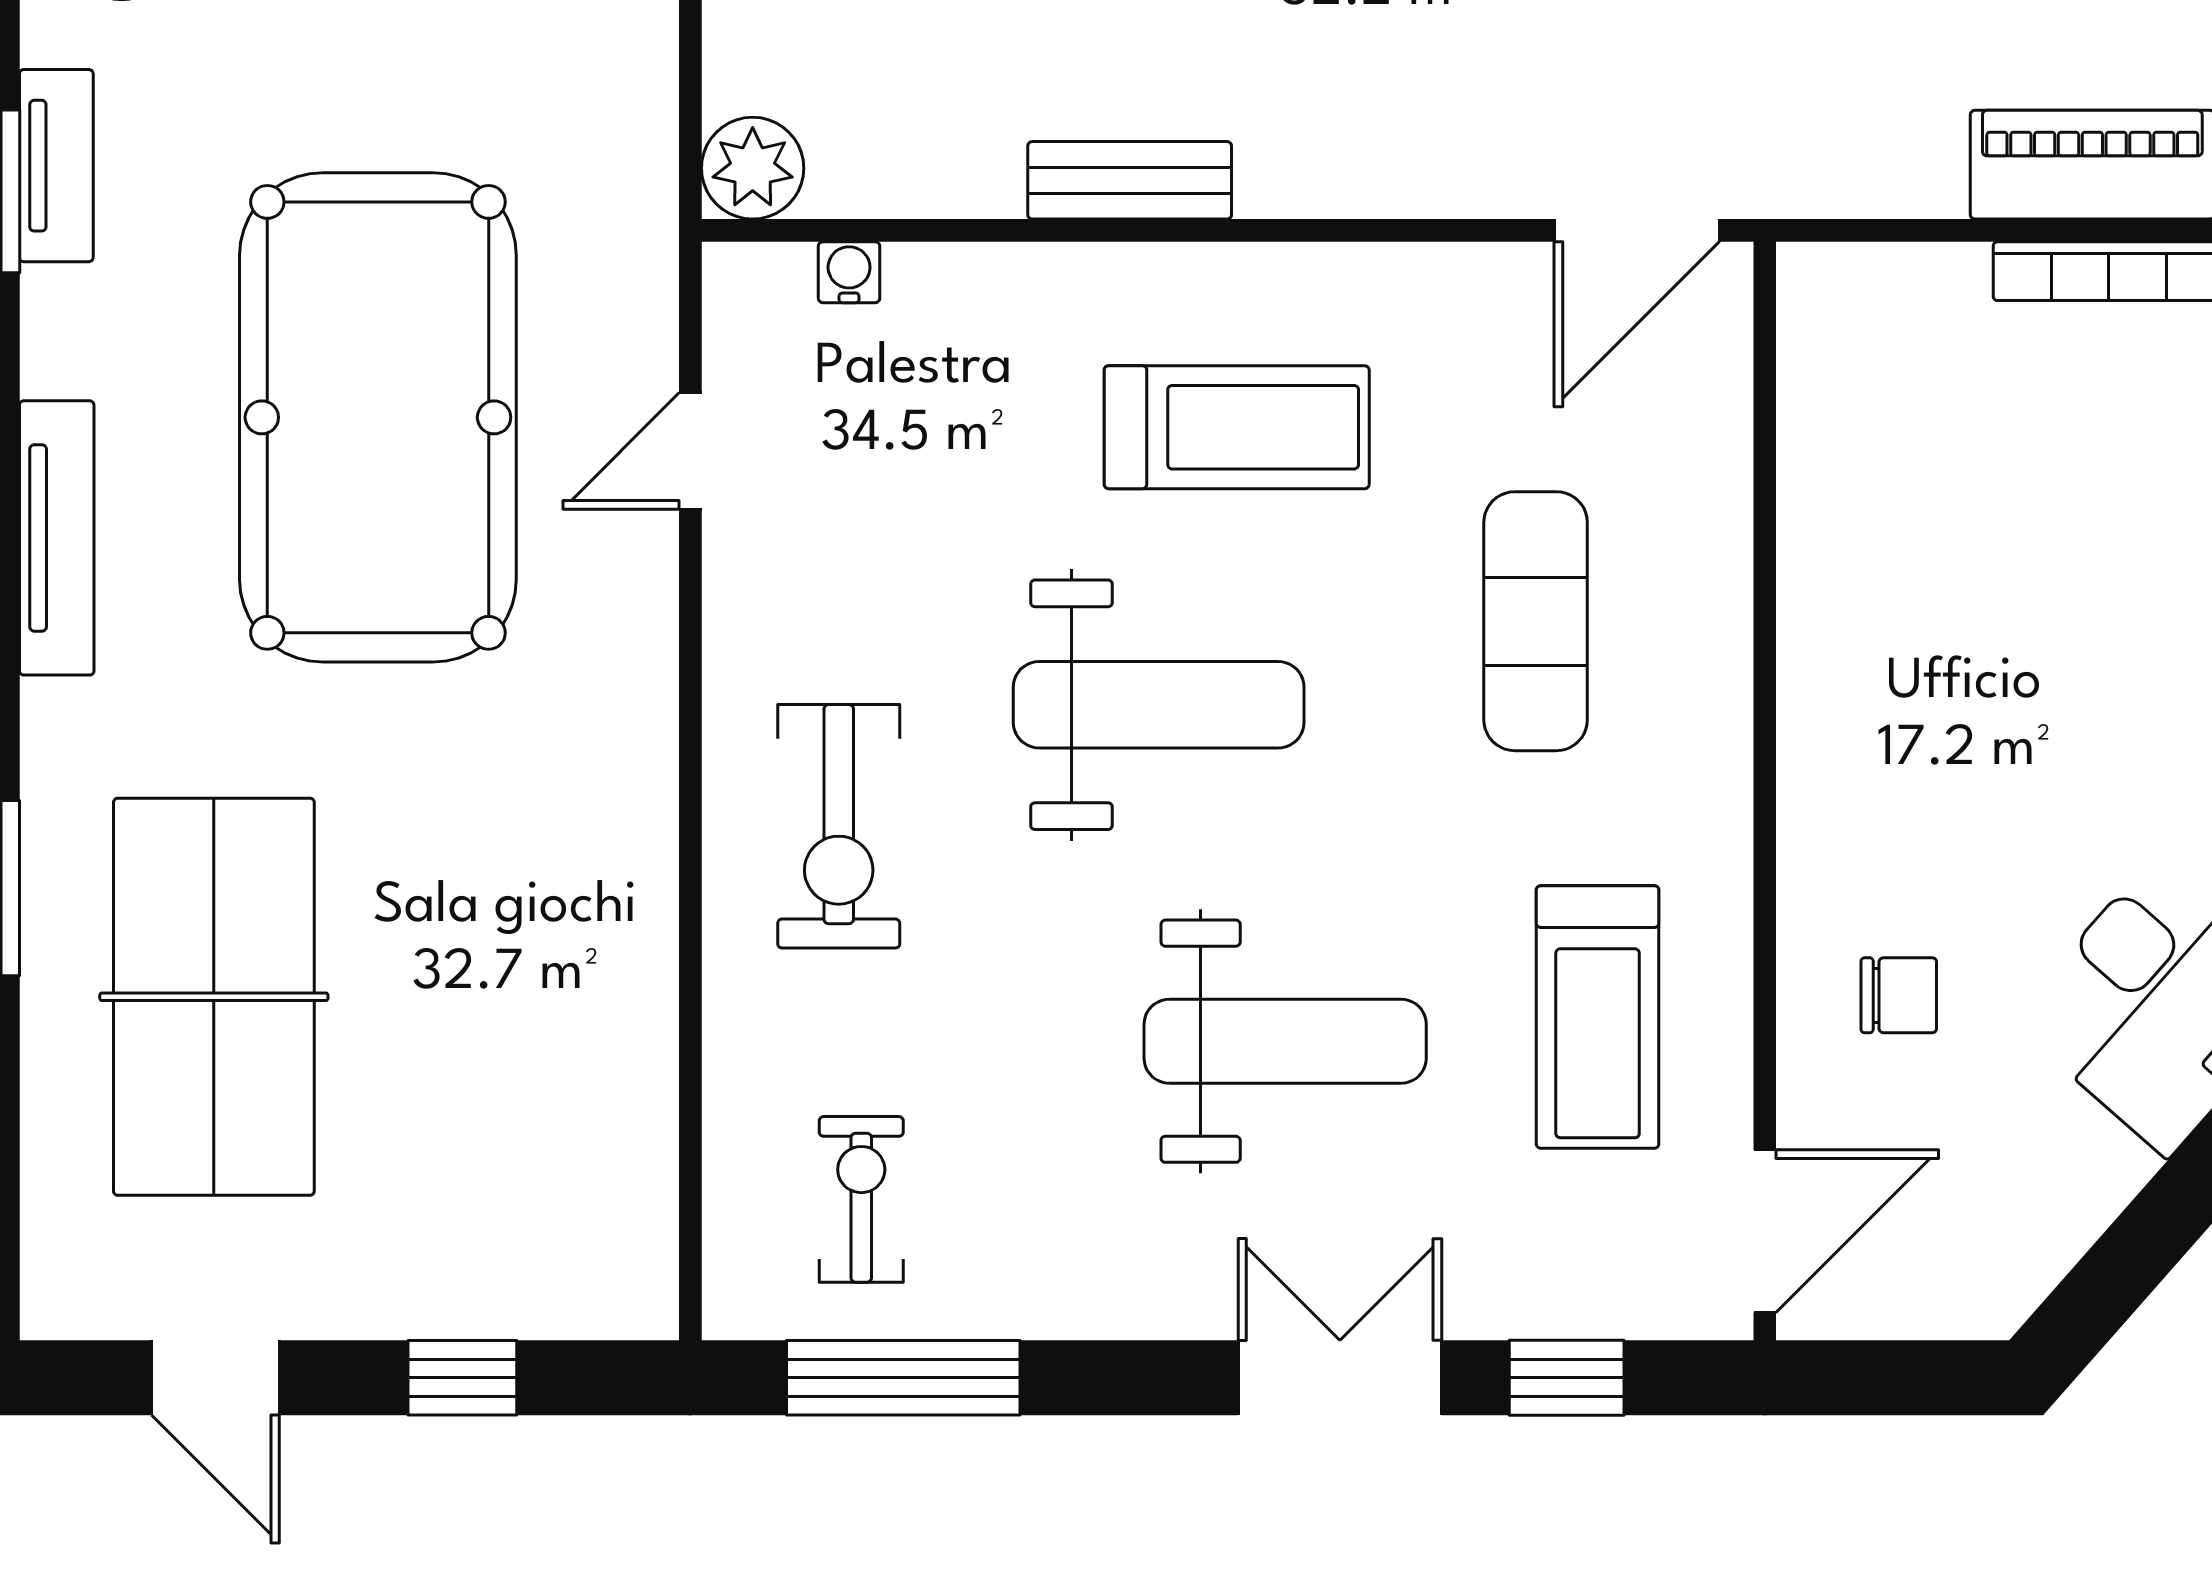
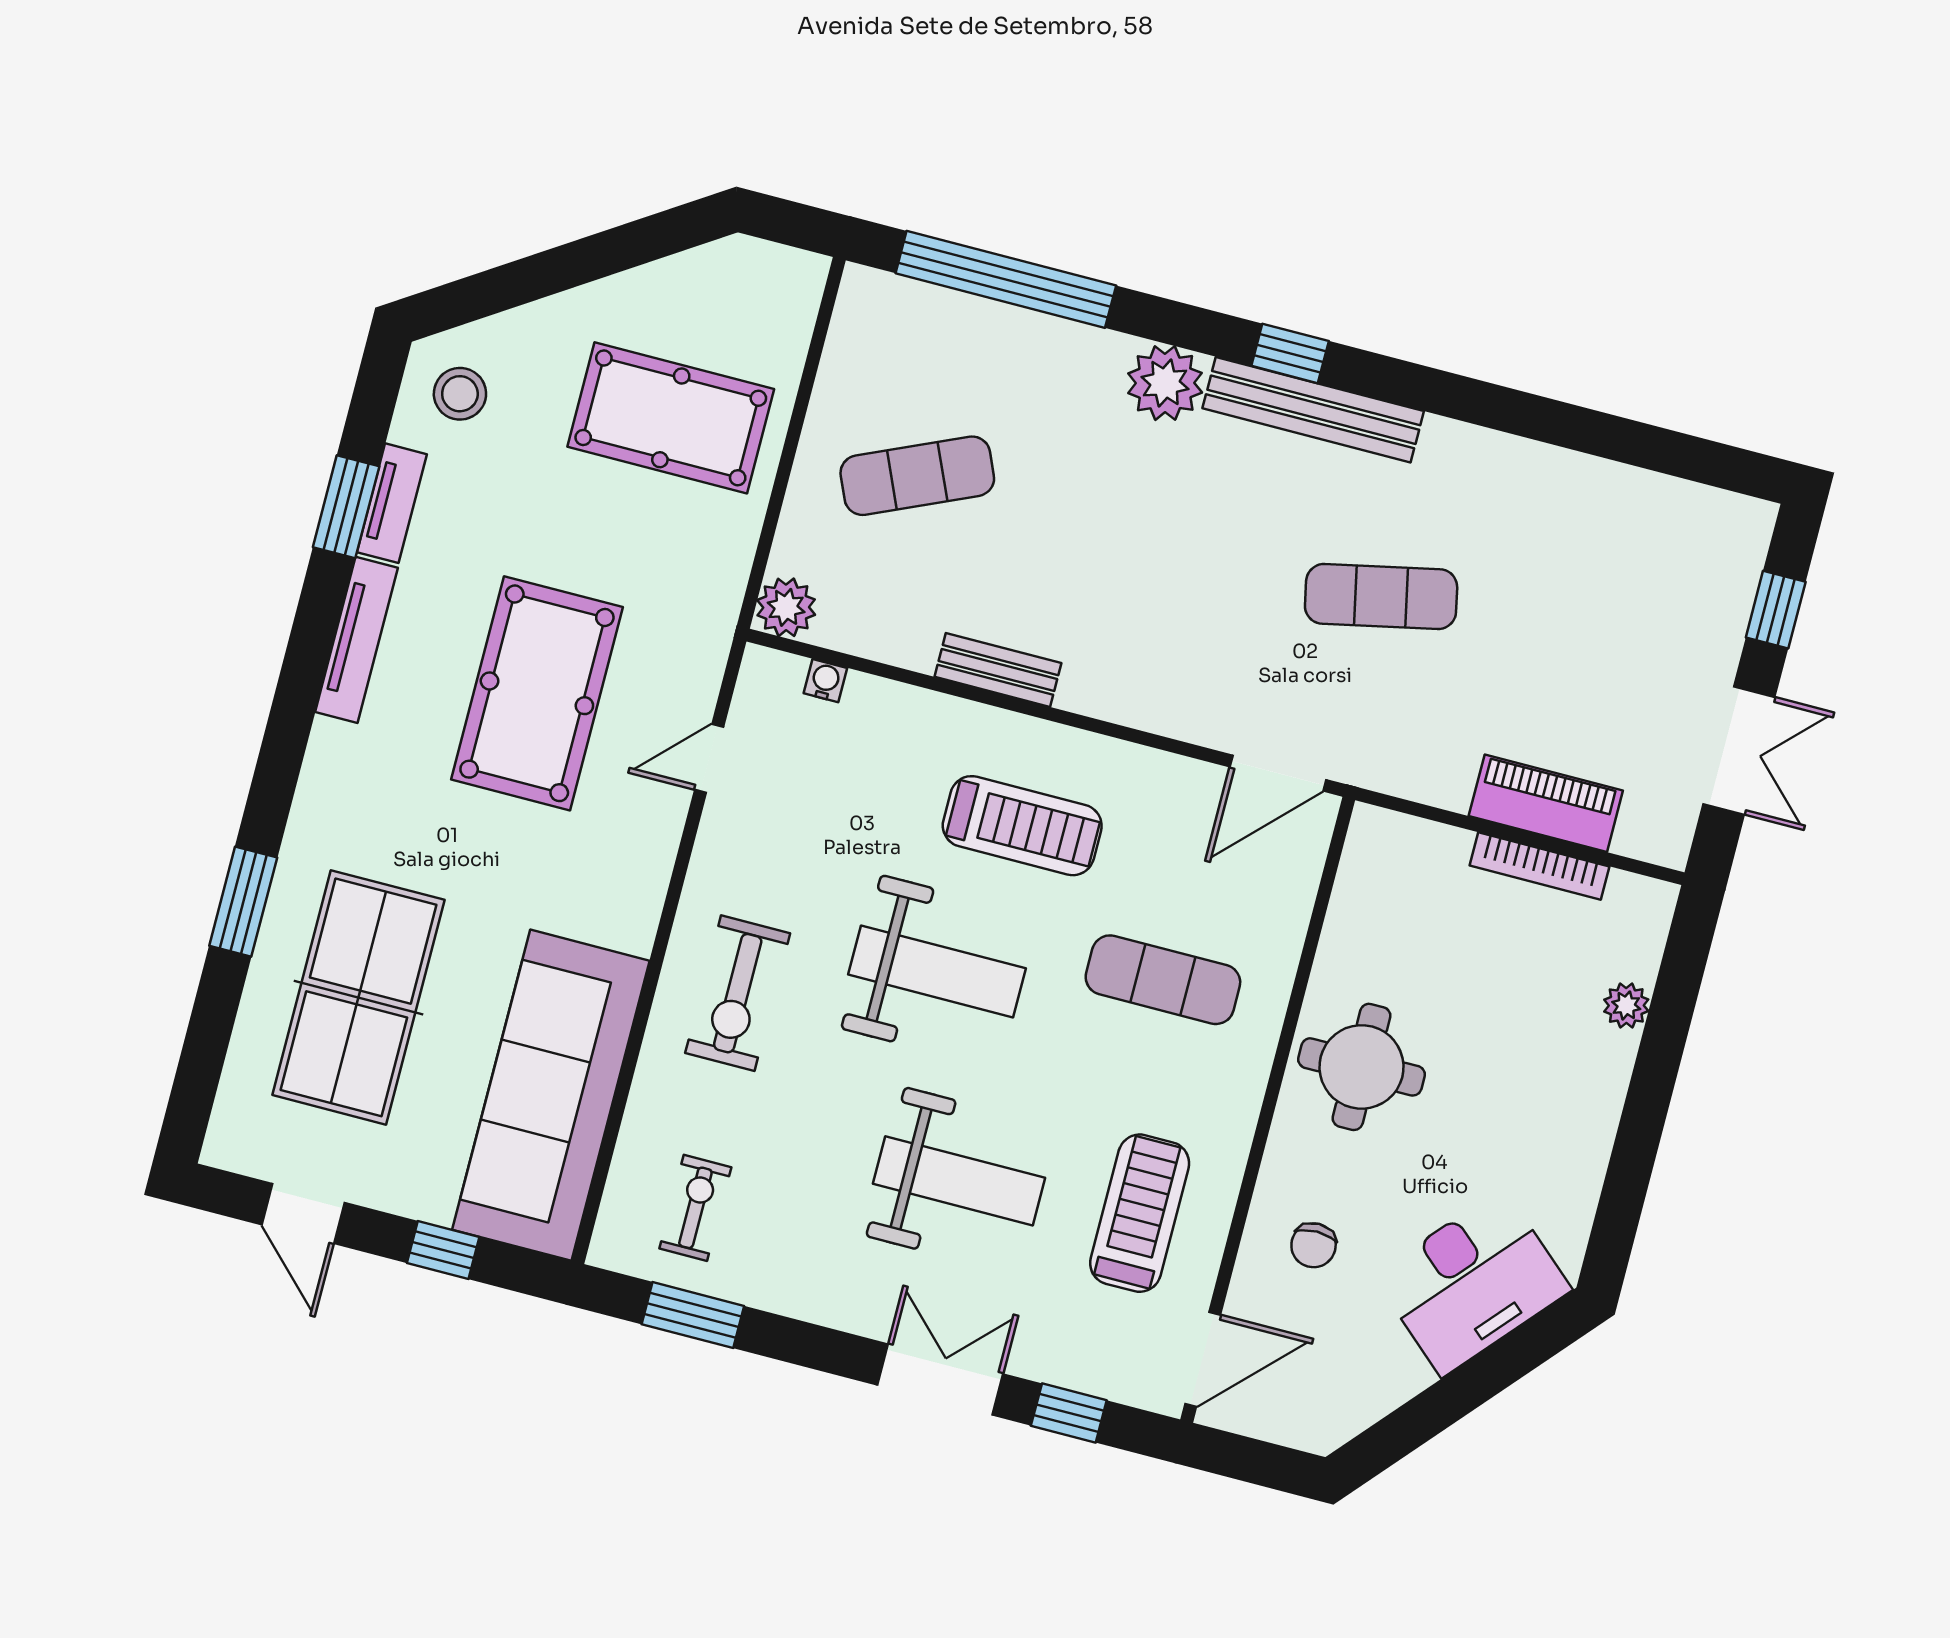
pool table: (378, 417) -> (537, 693), width x0.73, depth x0.76
tv unit: (57, 538) -> (357, 640), moved
exercise mat: (1536, 621) -> (1163, 980), turned 90
round table: (1901, 680) -> (1361, 1067), added
chair: (1899, 995) -> (1314, 1245), turned 90
treadmill: (1598, 1017) -> (1140, 1213), turned 180
sofa: (574, 1075) -> (551, 1095), added
window: (903, 1378) -> (693, 1315), width x0.69

